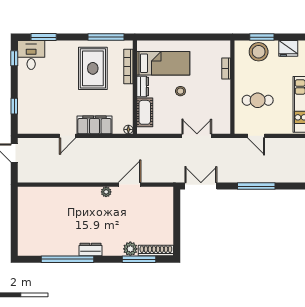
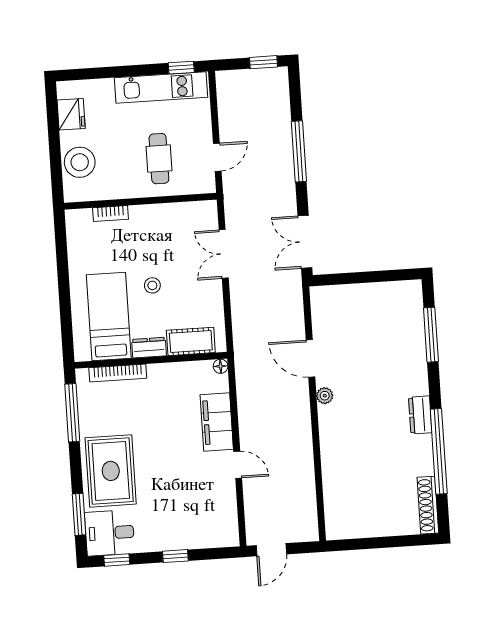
window: (262, 37) -> (55, 158), removed
rug: (93, 68) -> (111, 471), moved, turned 90
window: (14, 106) -> (175, 556), moved
plant: (130, 249) -> (415, 350), removed
shoe rack: (156, 250) -> (428, 505), moved

